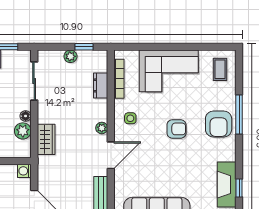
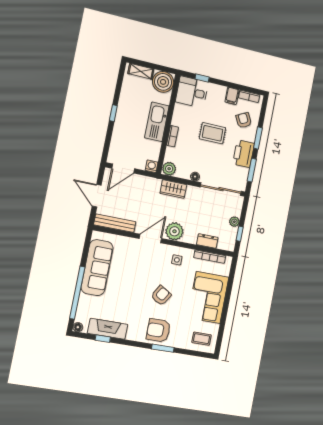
sliding door: (34, 81) -> (221, 189), width x1.37
window: (239, 114) -> (163, 348), width x0.69
plant: (102, 128) -> (174, 231), width x1.87, depth x1.87
armchair: (176, 129) -> (161, 296), turned -149
plant: (23, 131) -> (169, 169), moved
door: (111, 155) -> (150, 239), swing flipped

